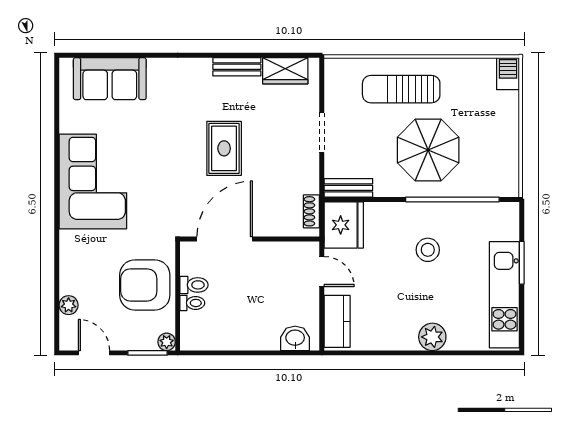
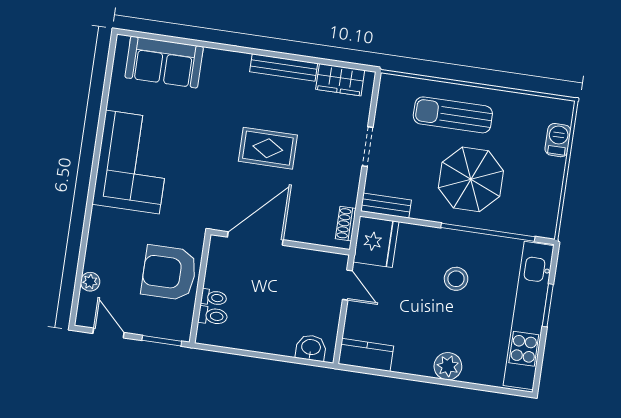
bench: (237, 67) -> (284, 67), width x1.36
barbecue: (508, 74) -> (558, 140), moved
rug: (224, 148) -> (268, 148), turned 90
toilet: (194, 285) -> (213, 316), moved
kitchen unit: (504, 295) -> (529, 316), width x1.36
kitchen counter: (337, 321) -> (366, 355), moved, turned -90
plant: (167, 342) -> (182, 333), removed

